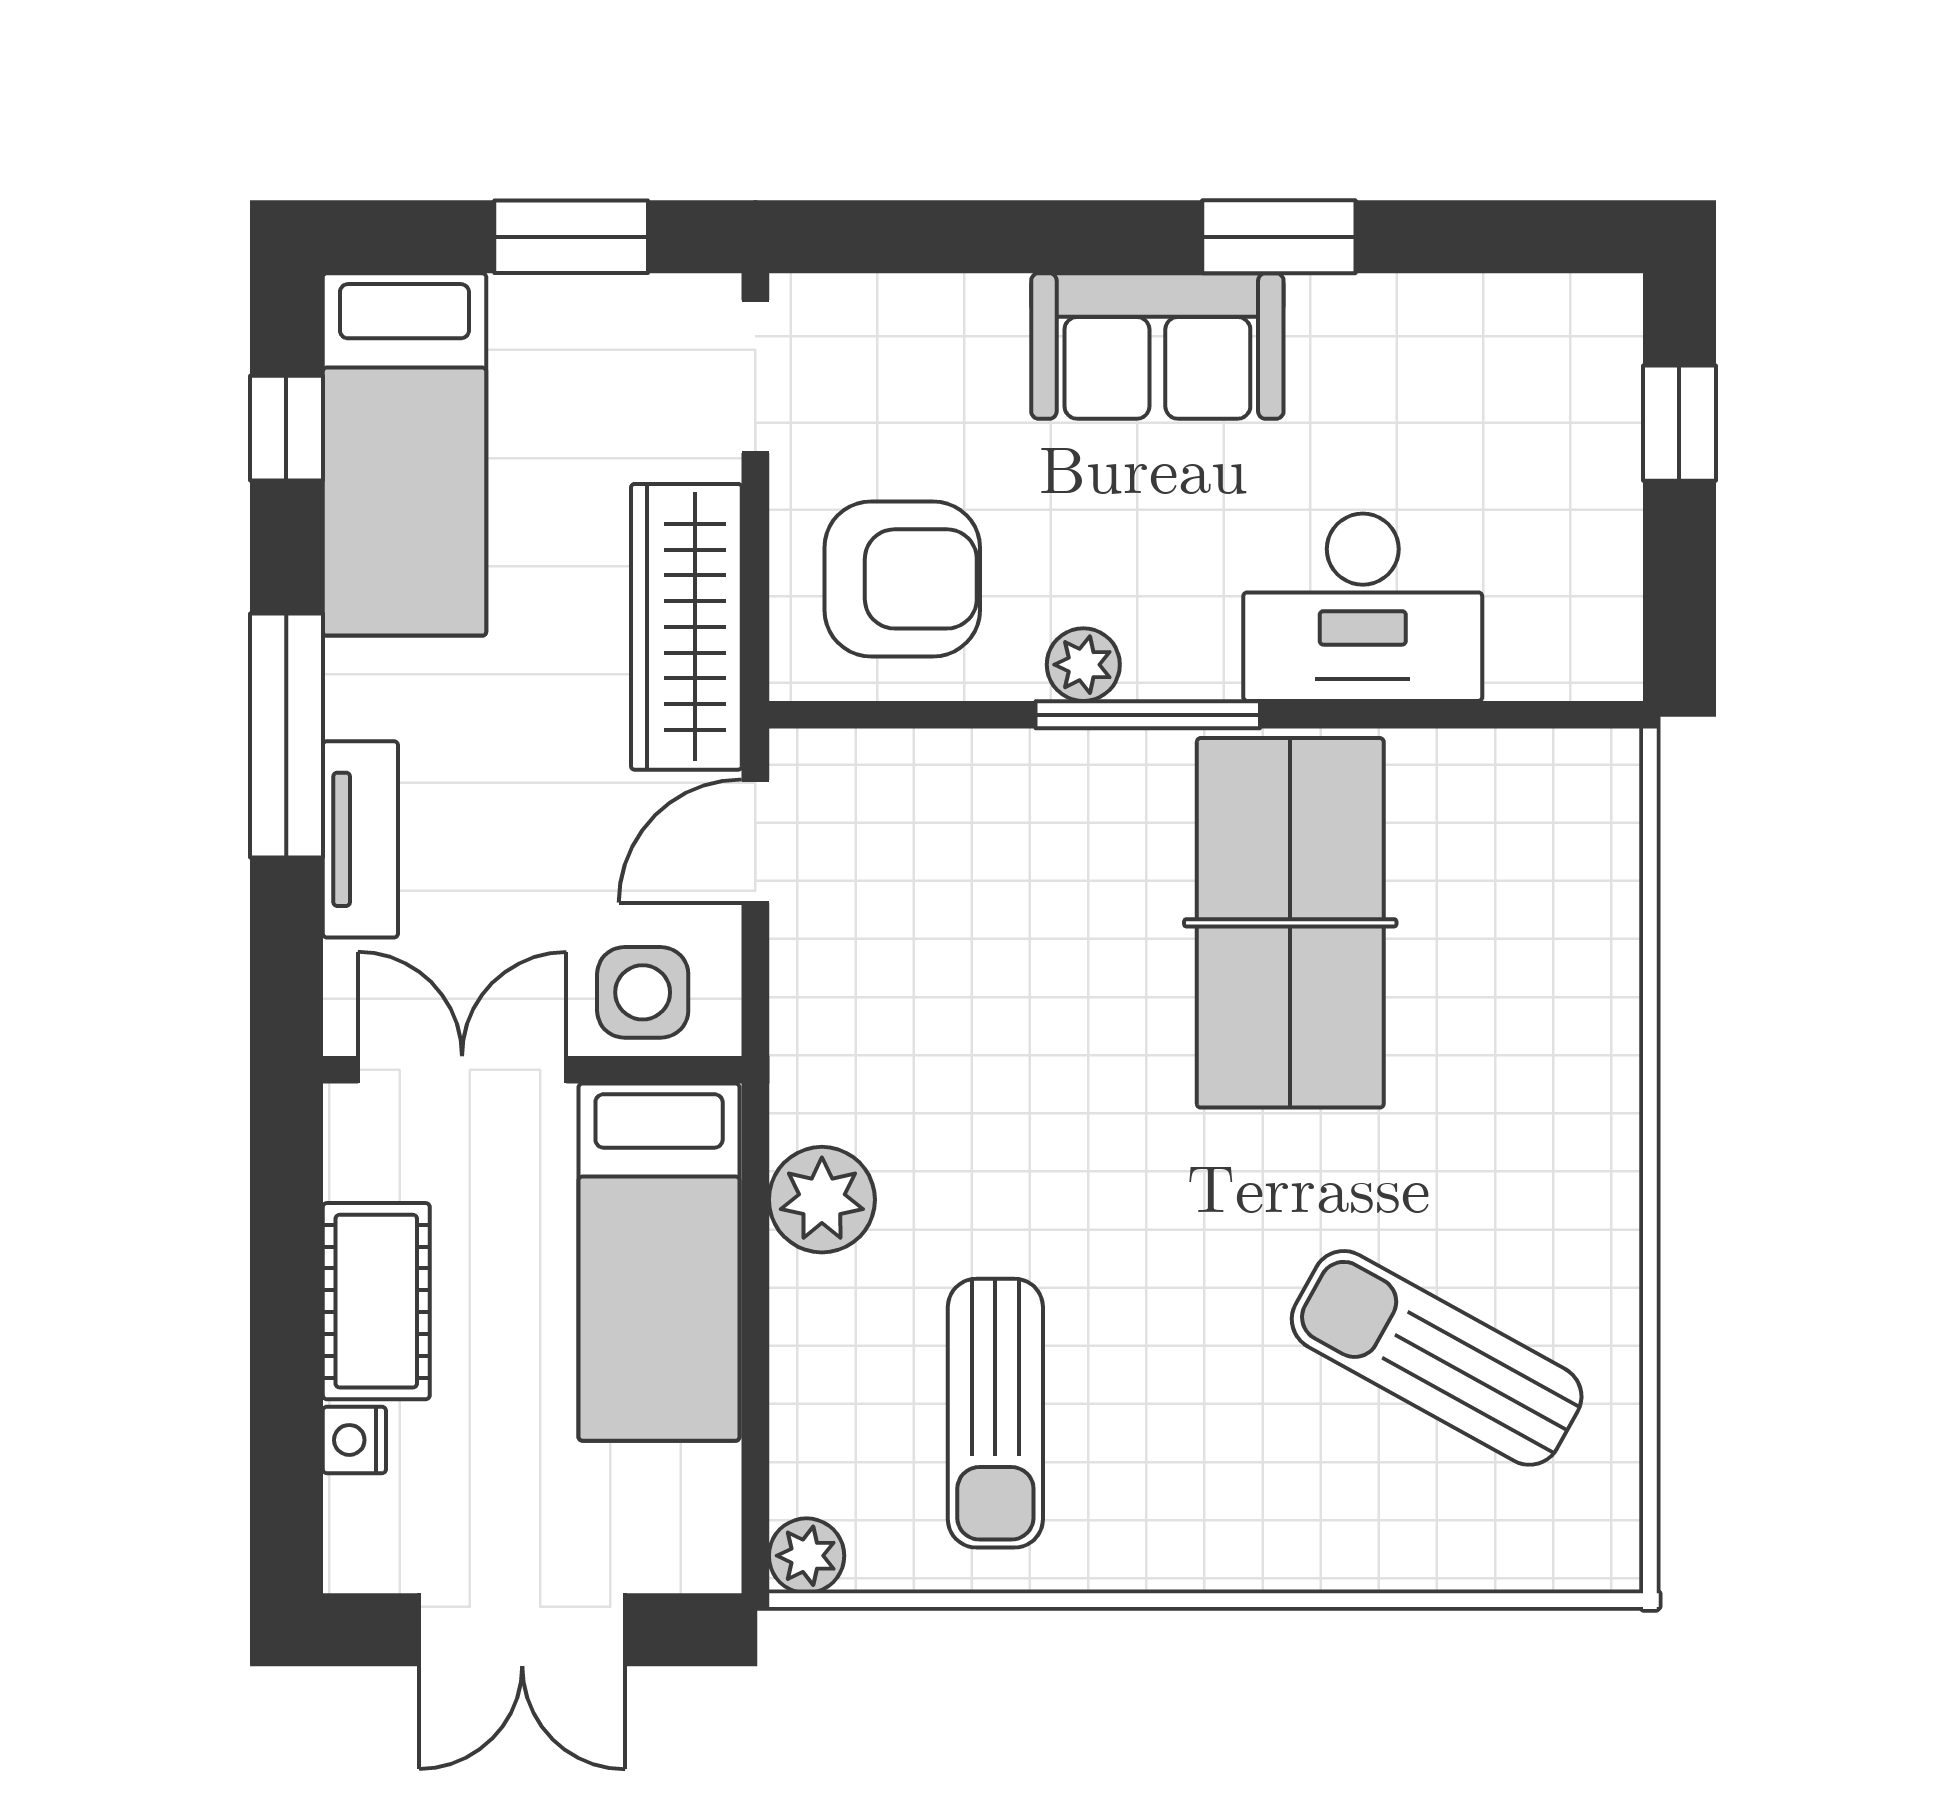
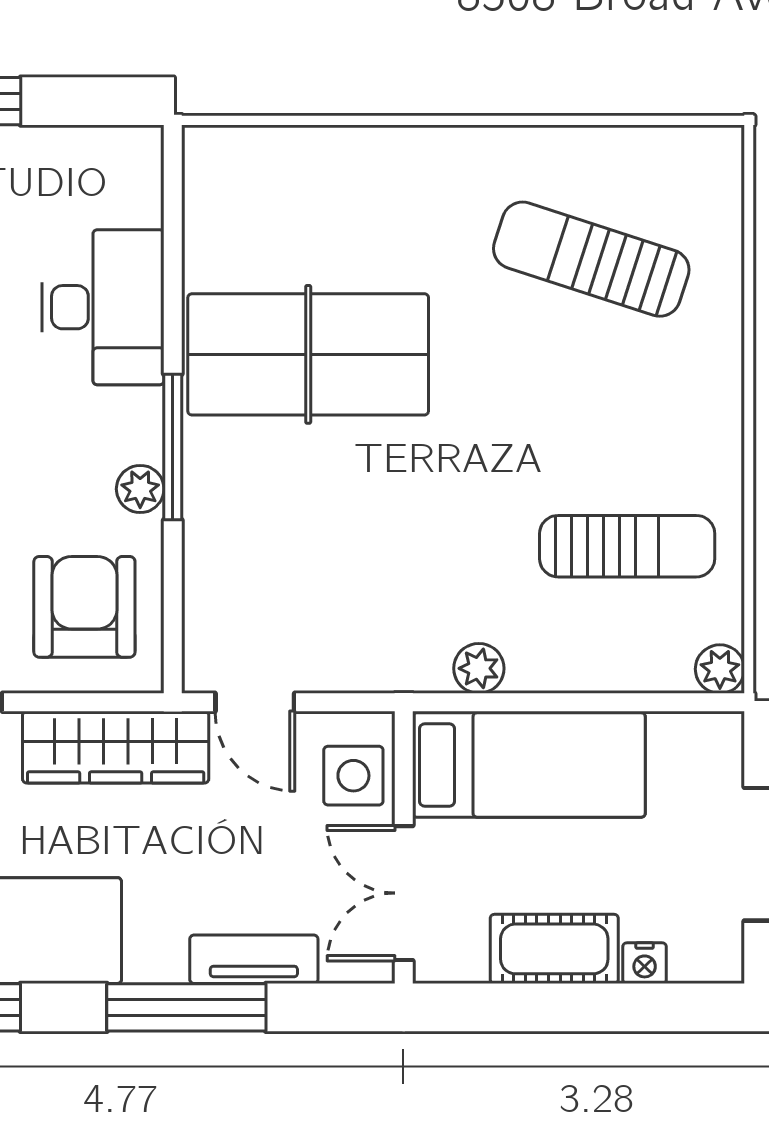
plant: (822, 1200) -> (479, 668), width x0.73, depth x0.73
sun lounger: (1437, 1358) -> (591, 259), turned 79

